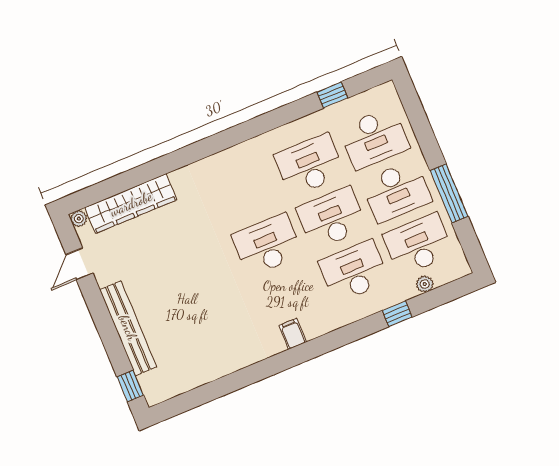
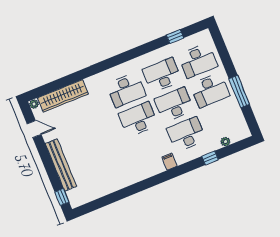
desk: (418, 244) -> (126, 90), moved, turned 180
door: (79, 264) -> (34, 129), swing flipped
filing cabinet: (293, 334) -> (169, 162), moved

